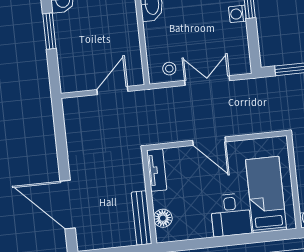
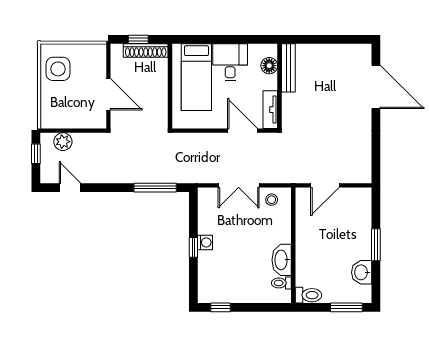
tv unit: (157, 170) -> (270, 110), moved
wall: (149, 197) -> (280, 86), moved
bench: (142, 218) -> (288, 68), moved
floor lamp: (163, 218) -> (269, 66), moved

